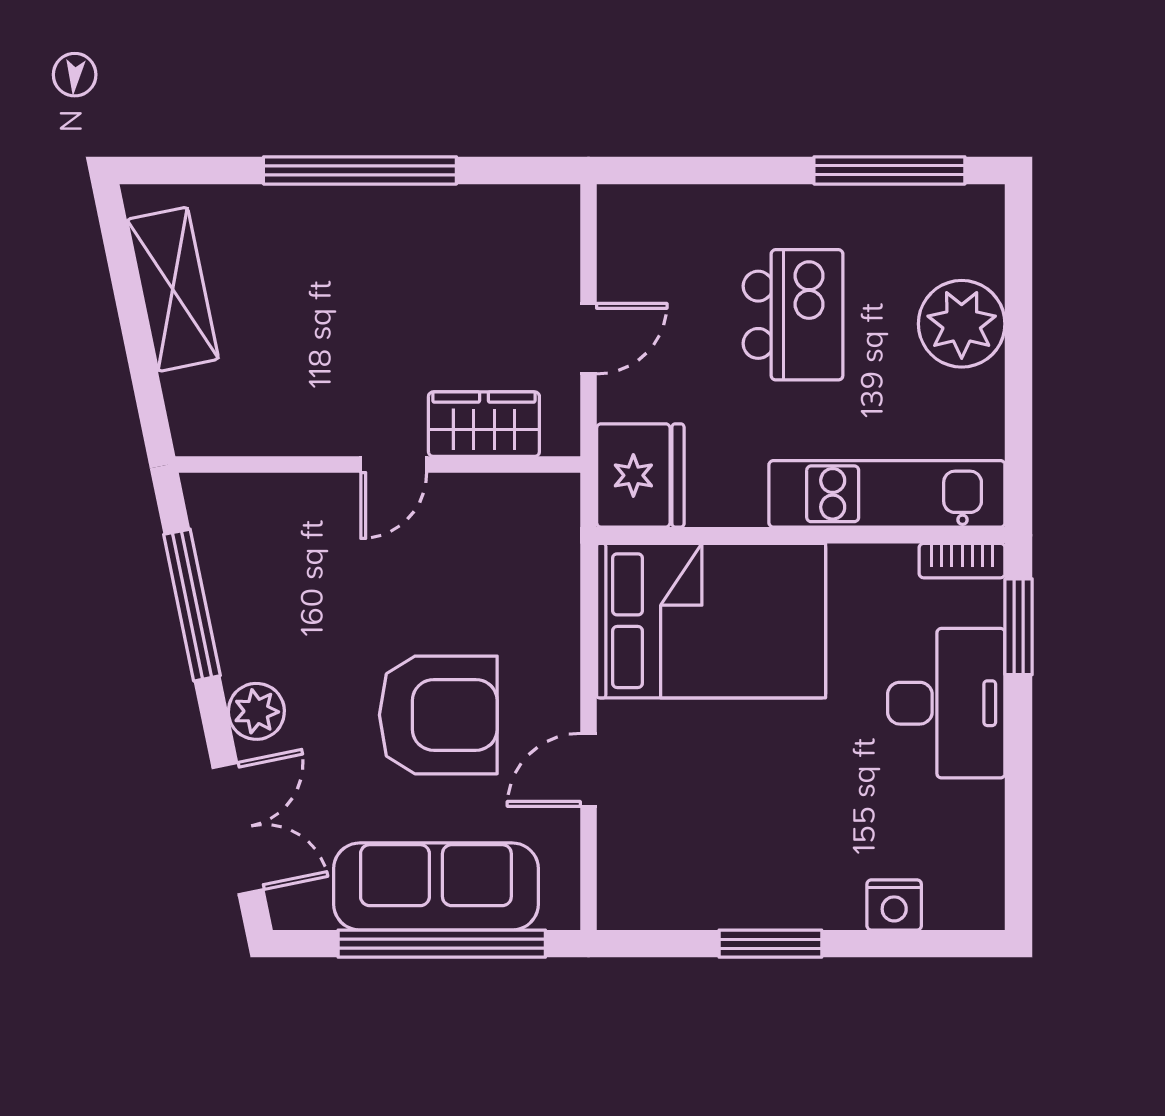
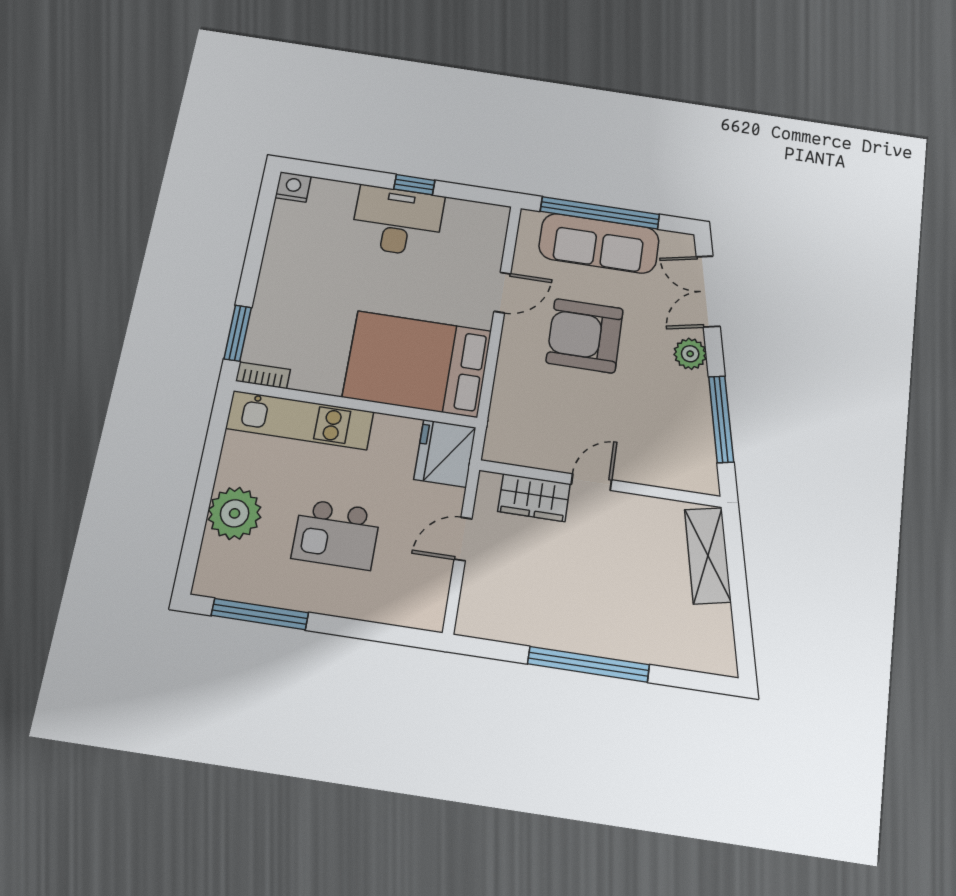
shelving: (173, 289) -> (708, 556), moved
kitchen island: (793, 315) -> (336, 534), turned -90
desk: (946, 703) -> (397, 221), moved, turned 90
nightstand: (894, 905) -> (293, 187), moved
window: (770, 944) -> (414, 185), width x0.67

